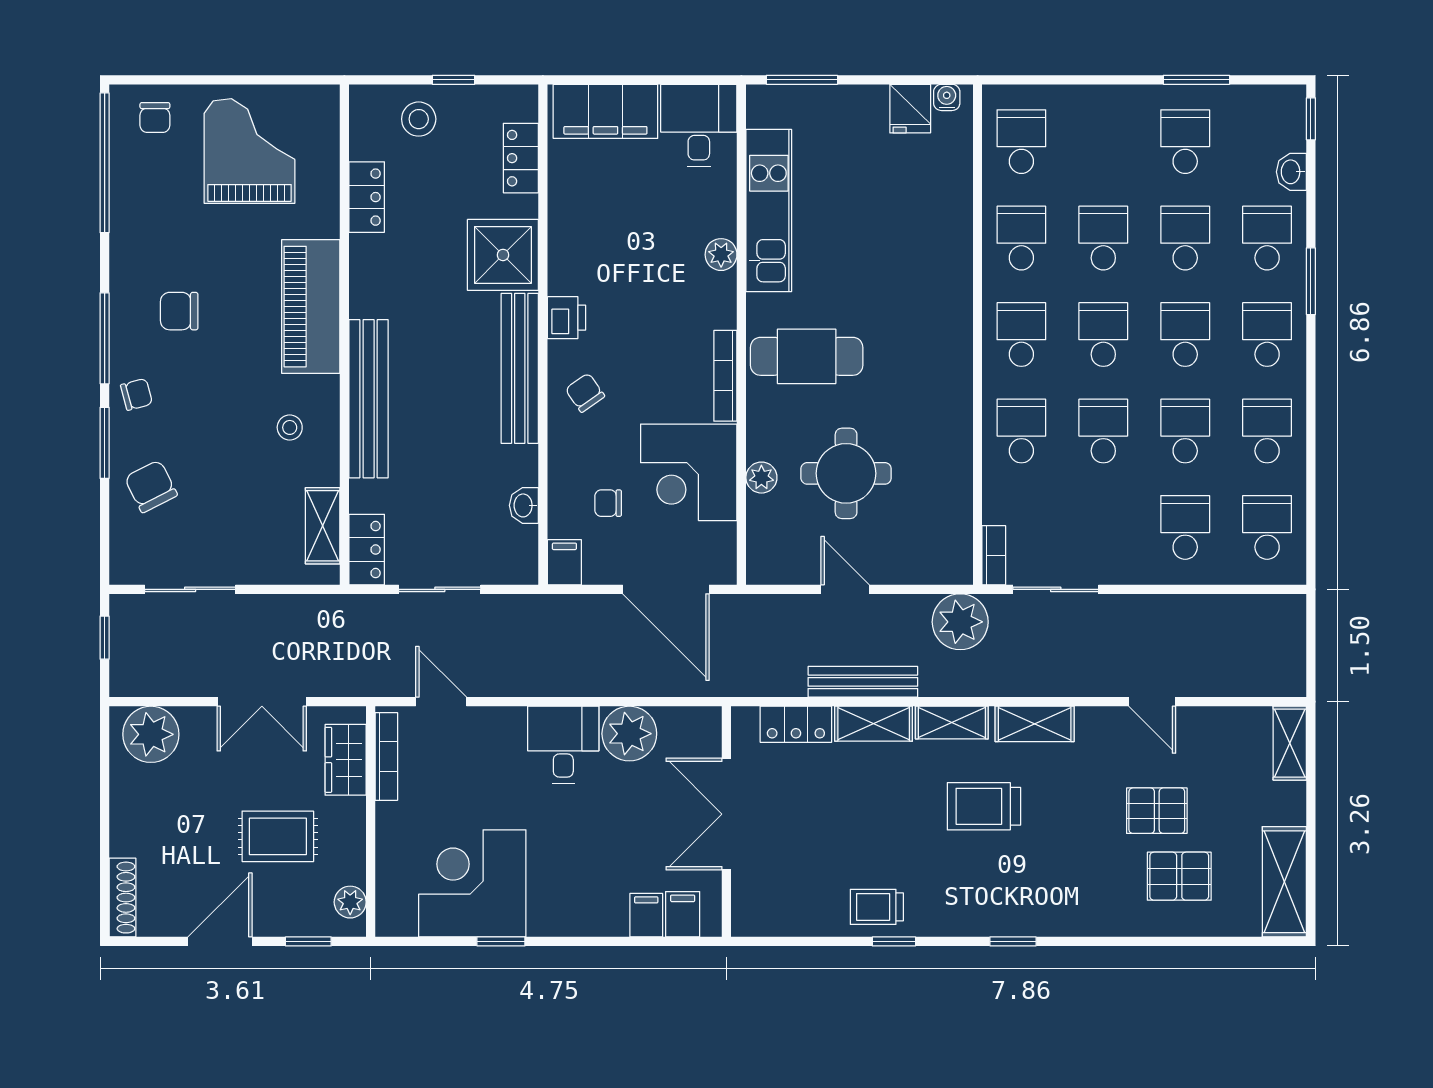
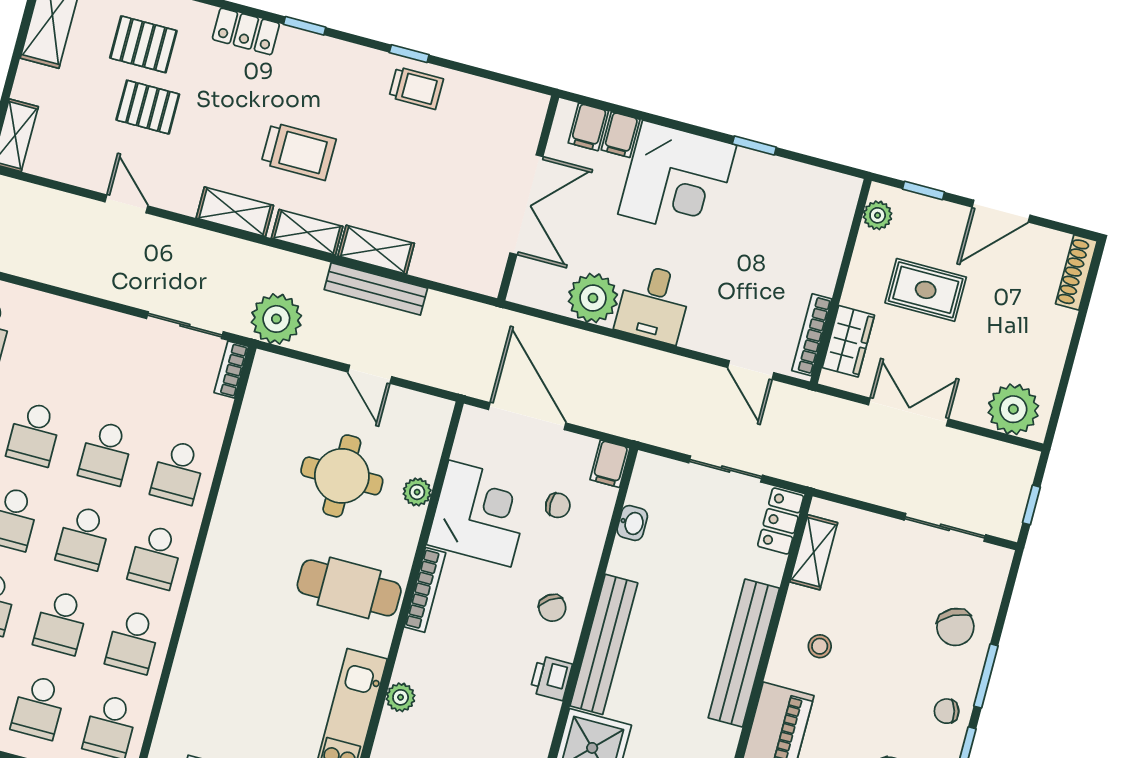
school desk: (1185, 527) -> (38, 707), moved
locker: (796, 724) -> (246, 31), moved, turned 180
corner desk: (472, 883) -> (677, 180), moved

